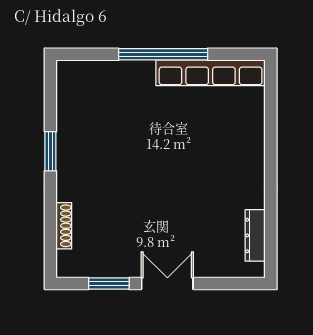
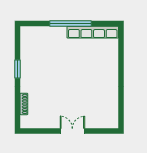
dresser: (255, 235) -> (114, 109), removed
window: (109, 284) -> (45, 131), removed

